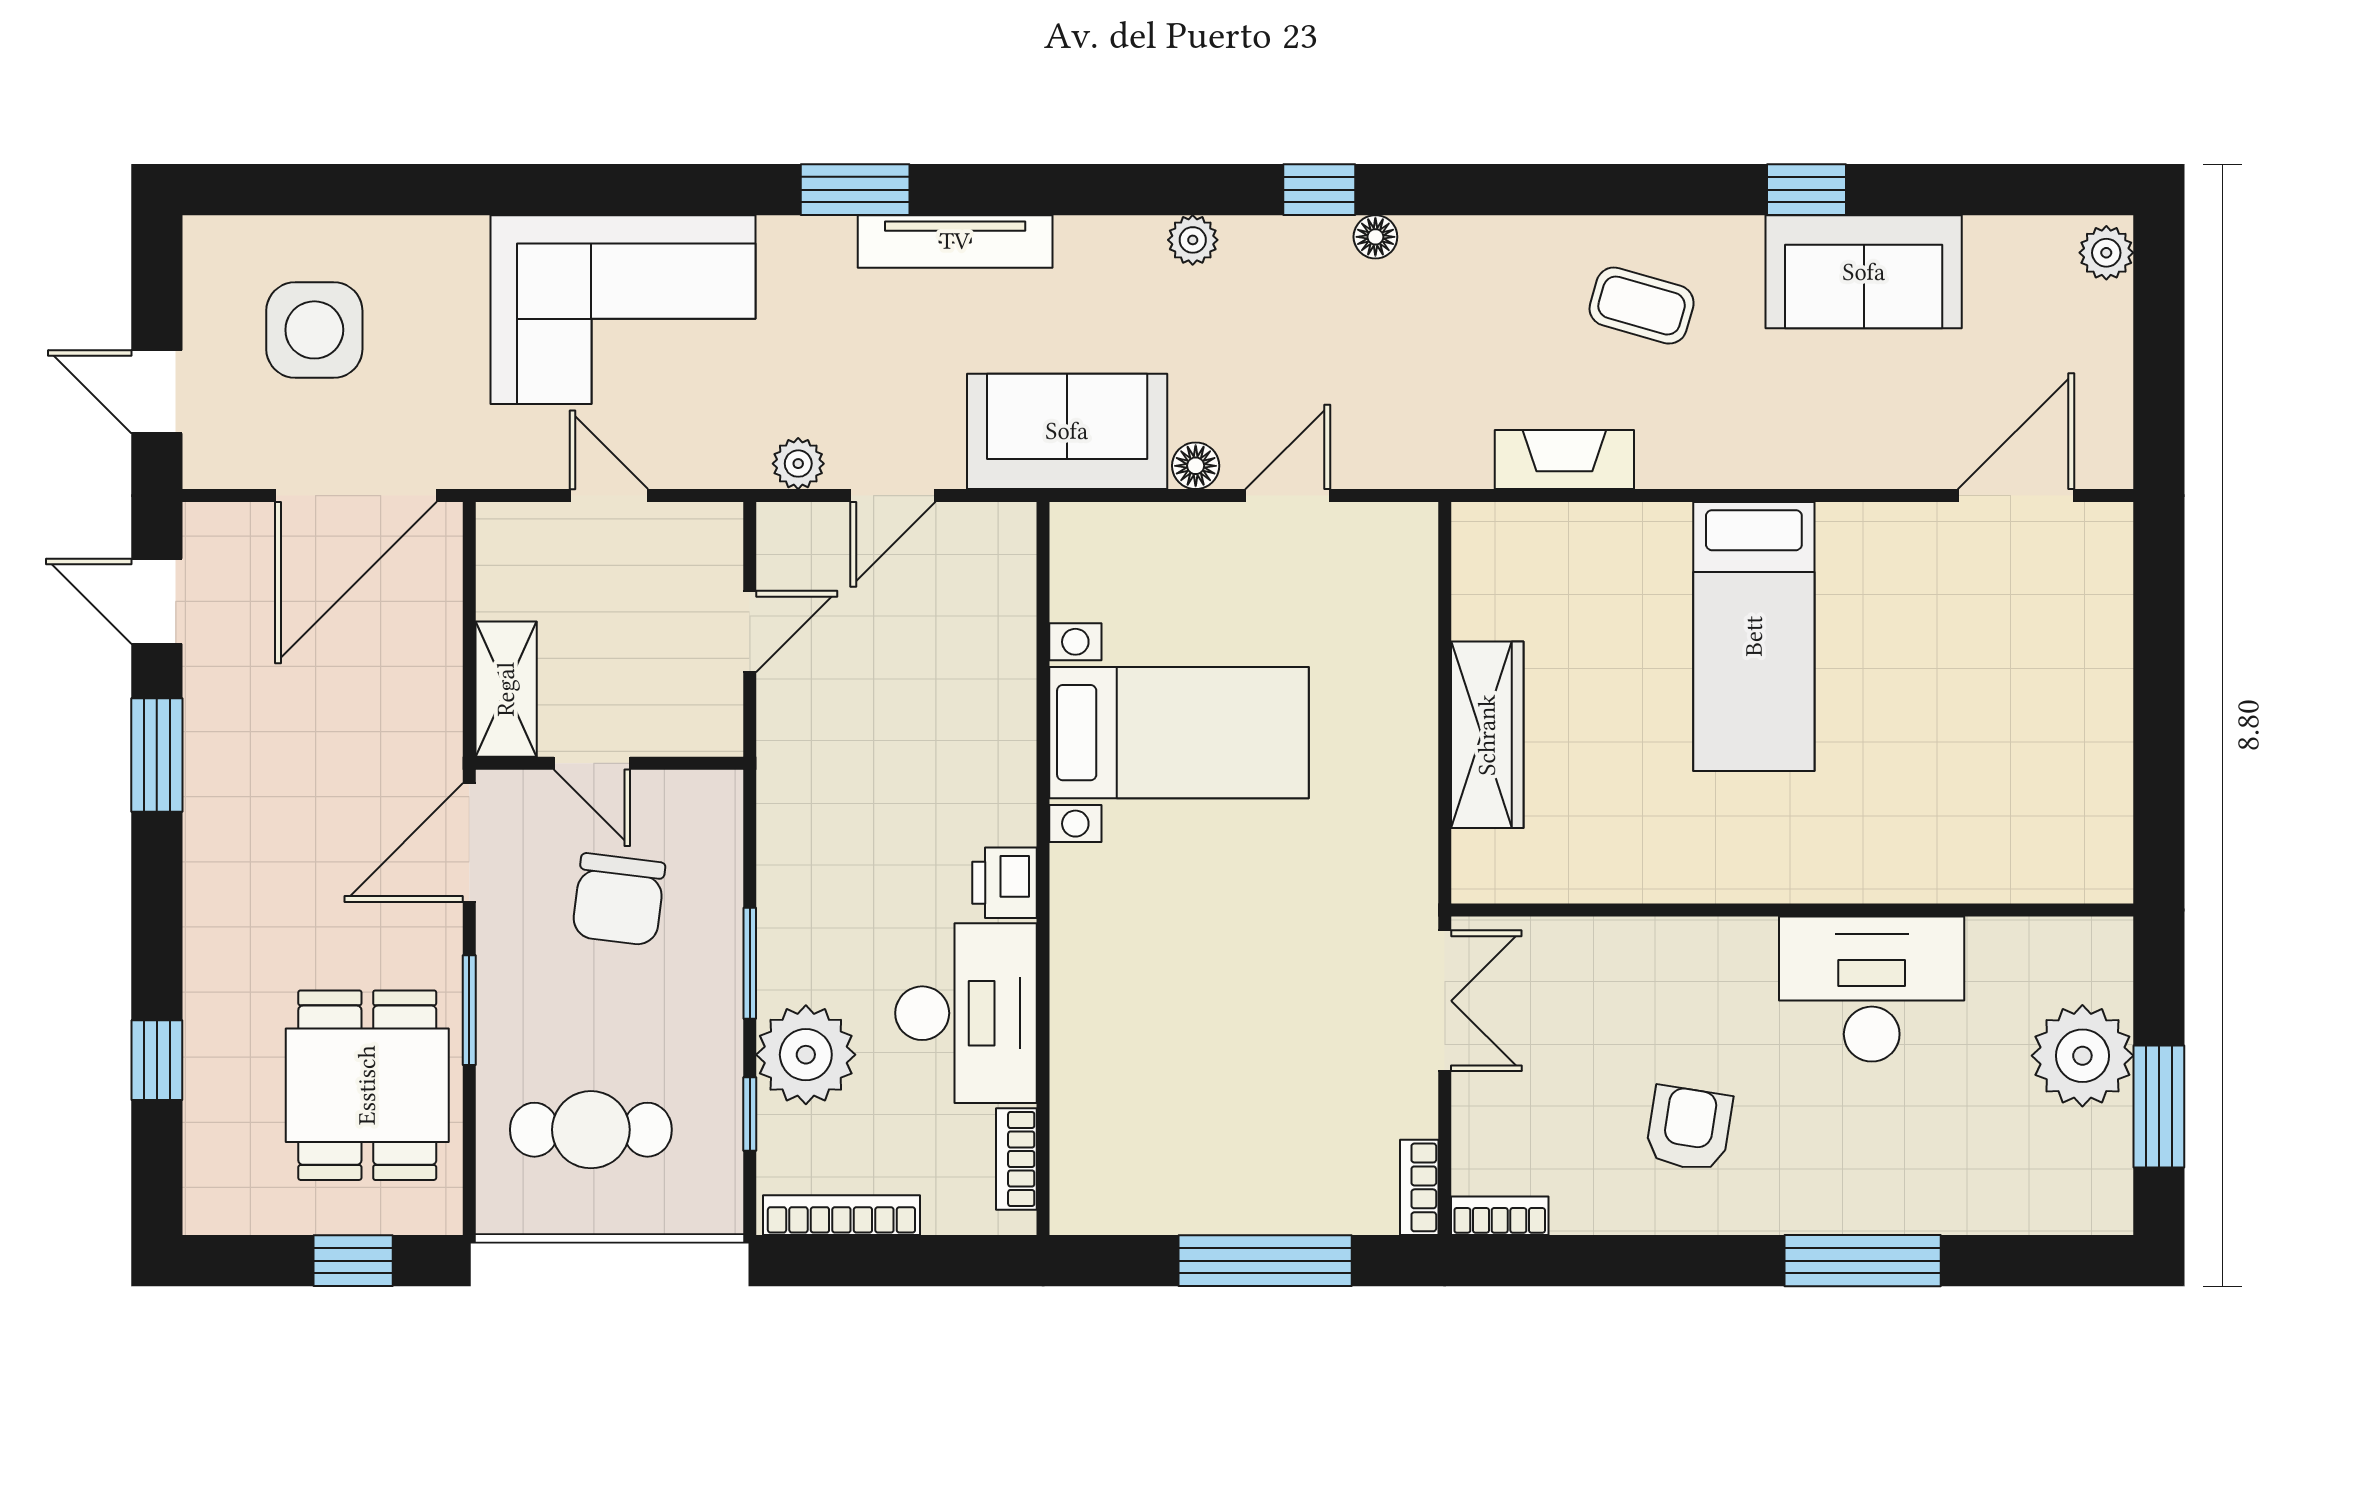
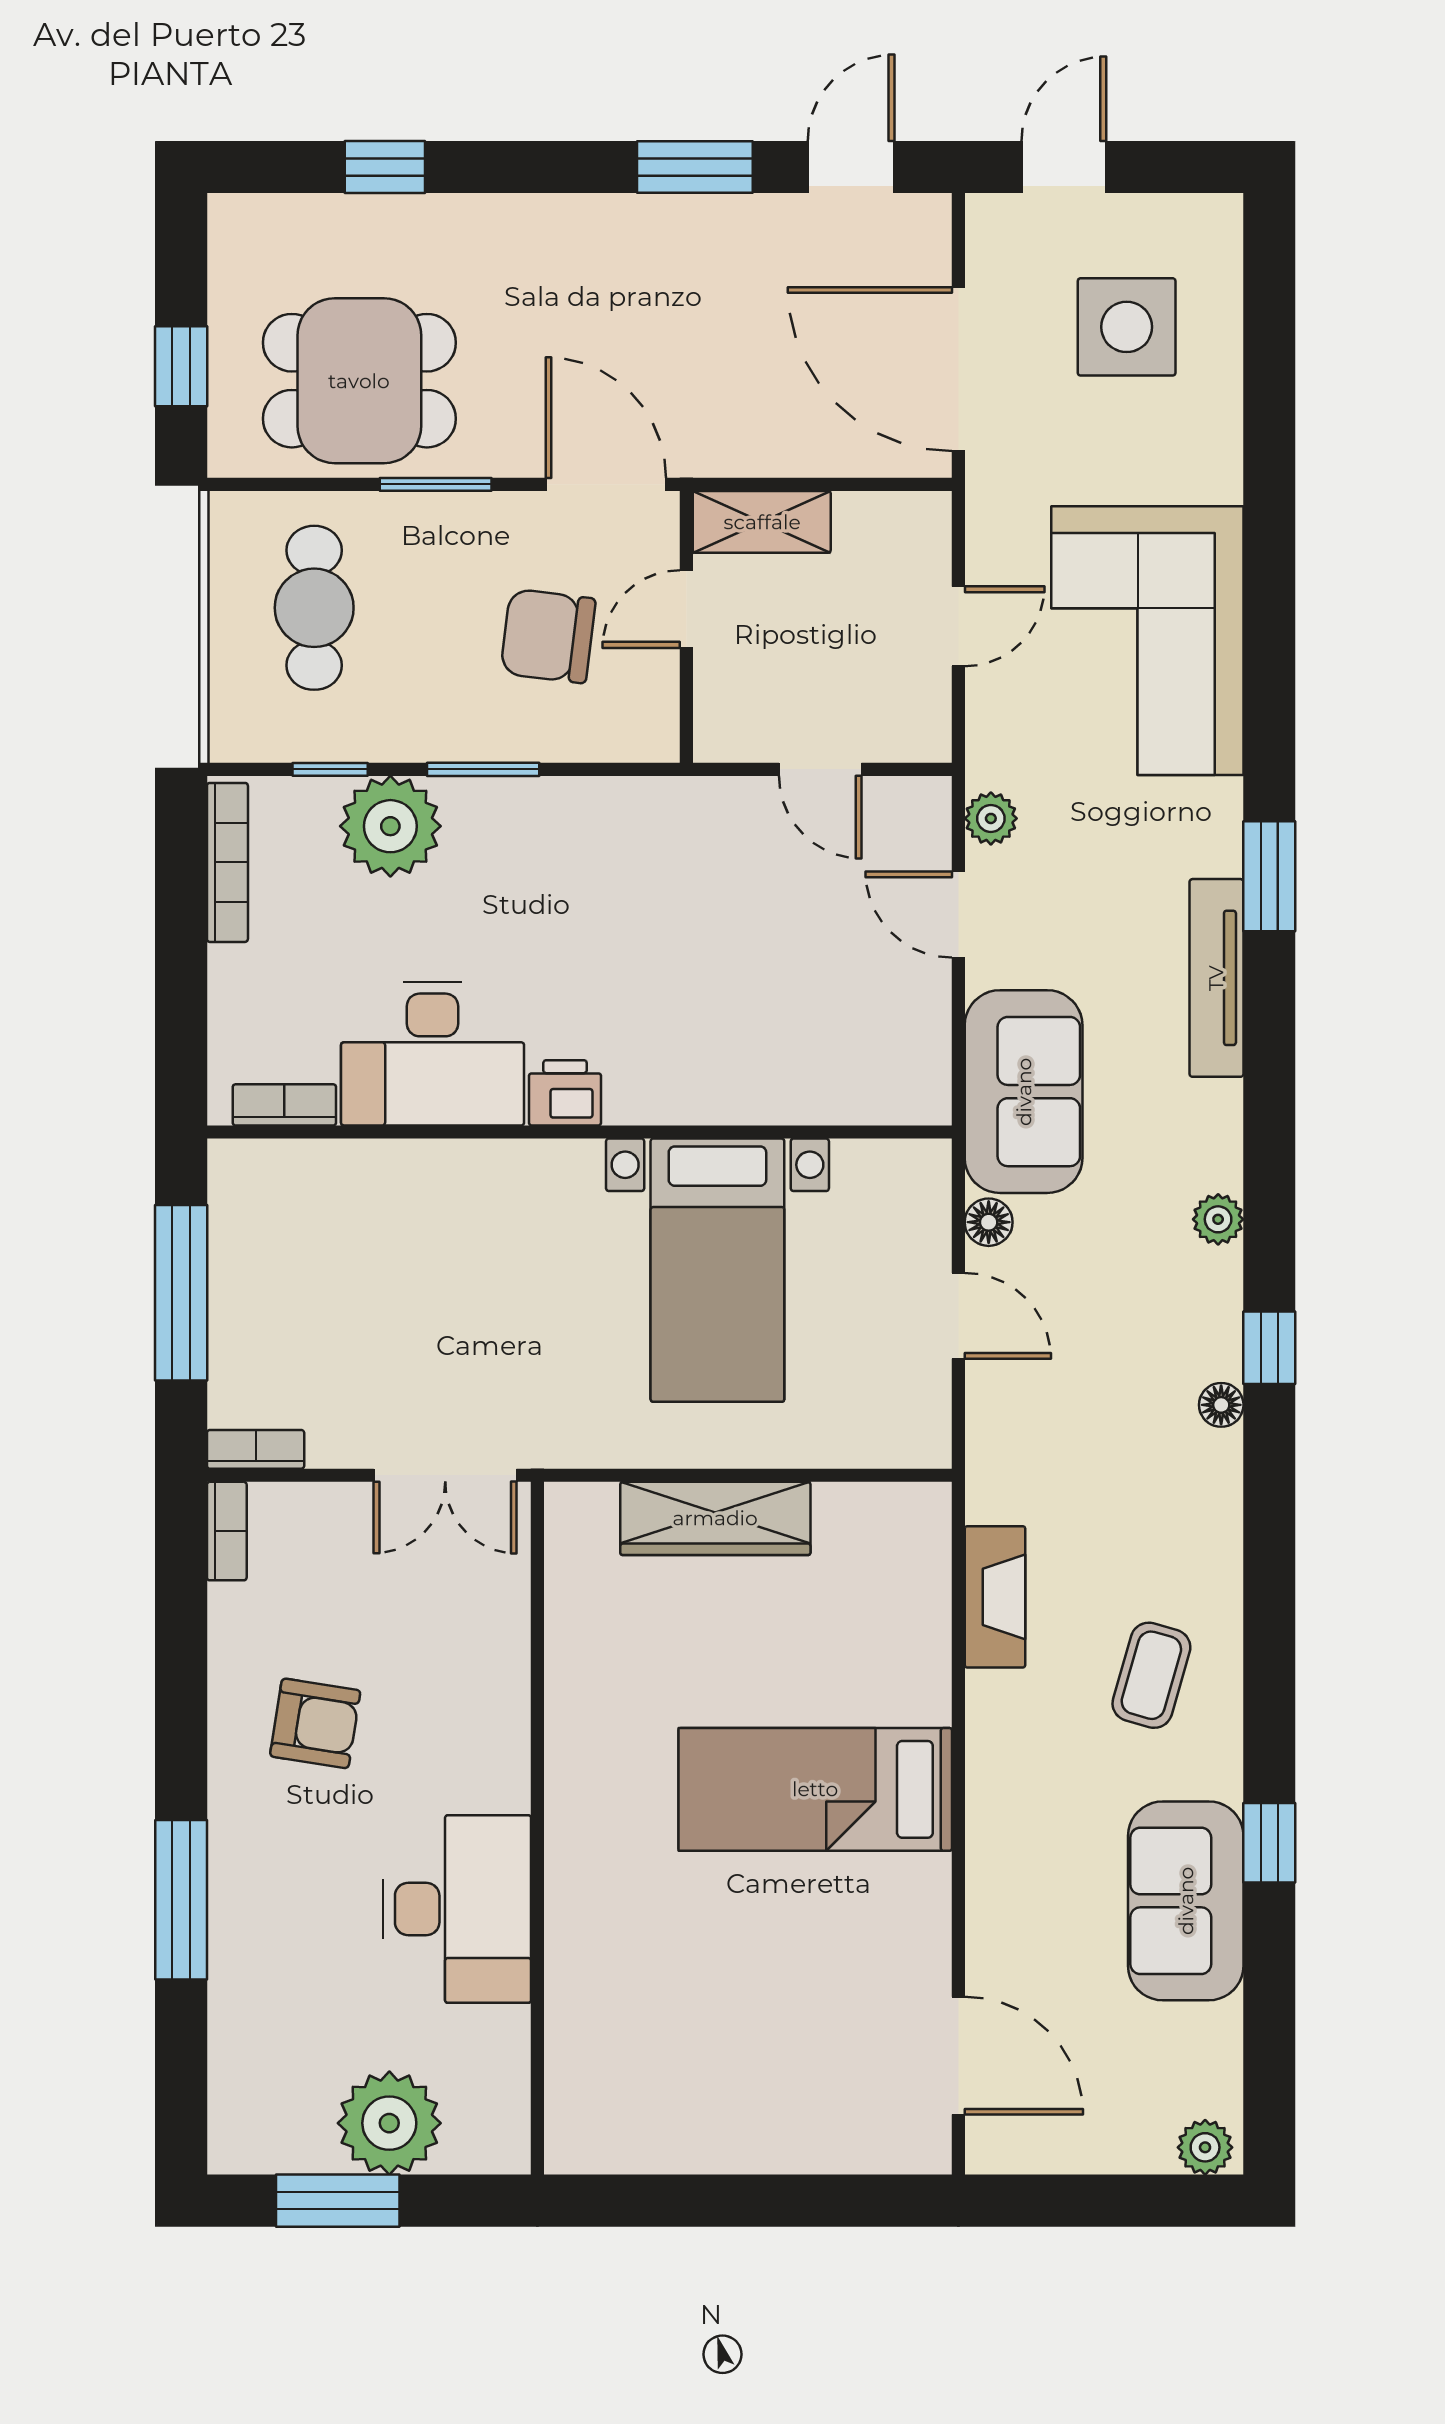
bed with nightstands: (1179, 733) -> (717, 1270), moved
wall: (1043, 869) -> (579, 1132), moved
printer: (1005, 883) -> (565, 1093), moved
desk: (966, 1013) -> (433, 1054), moved
bookcase: (1016, 1159) -> (284, 1105), moved

